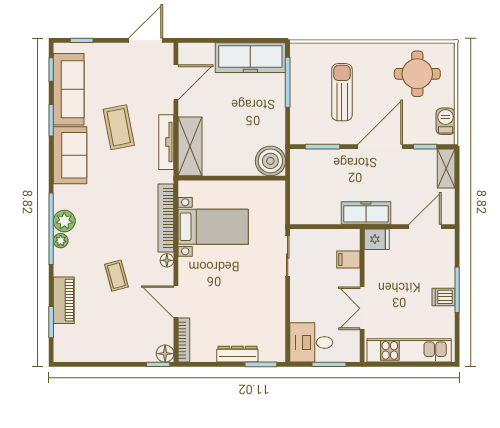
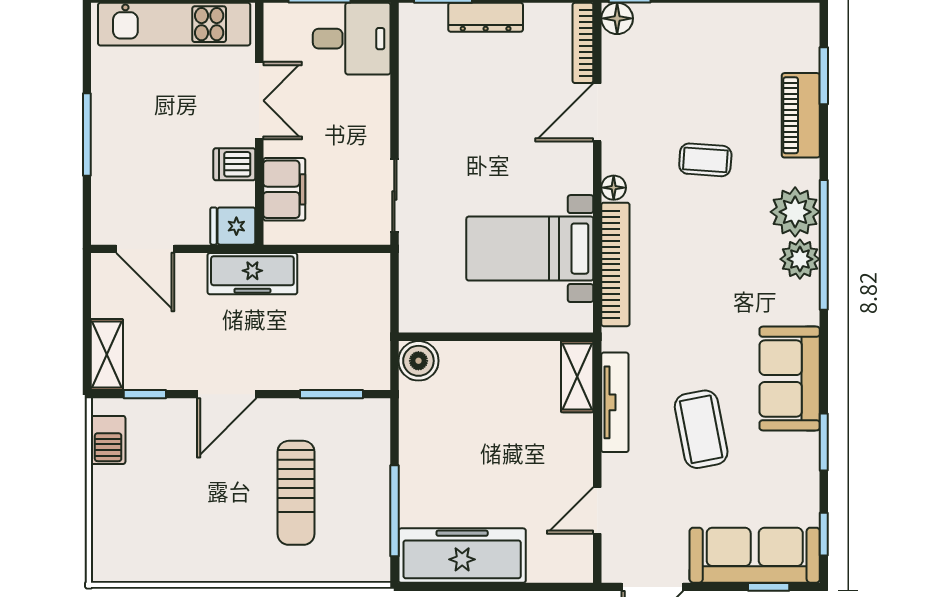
round table: (417, 74) -> (159, 526), removed
door: (176, 82) -> (597, 511), width x0.73
sofa: (69, 89) -> (755, 555), moved, turned 90
shelving: (190, 146) -> (577, 377), width x0.67, depth x0.75
door: (380, 147) -> (227, 394), width x0.73
boiler: (270, 161) -> (418, 361), width x0.73, depth x0.73
door: (425, 227) -> (145, 249), hinge flipped
plant: (61, 241) -> (795, 212), width x1.88, depth x1.88
filing cabinet: (348, 259) -> (284, 189), width x2.00
coffee table: (116, 276) -> (705, 160), turned -71
dishwasher: (443, 297) -> (234, 164), moved, turned 180
door: (176, 302) -> (597, 112), swing flipped

